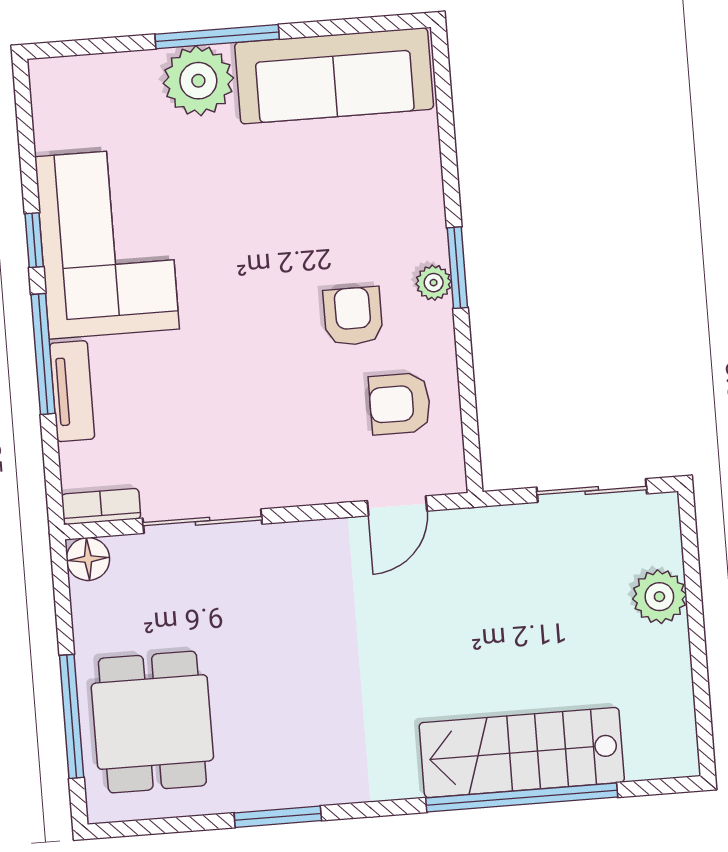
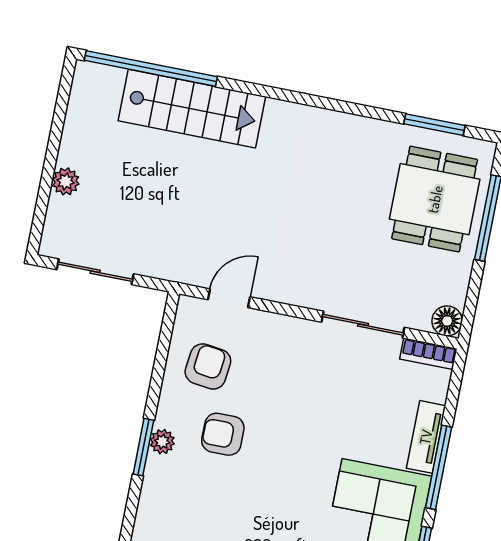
armchair: (353, 316) -> (223, 434), turned 90
armchair: (400, 404) -> (208, 366), turned -83
plant: (659, 597) -> (66, 181), width x0.73, depth x0.73
window: (522, 798) -> (151, 69), moved
window: (278, 817) -> (434, 125), moved

